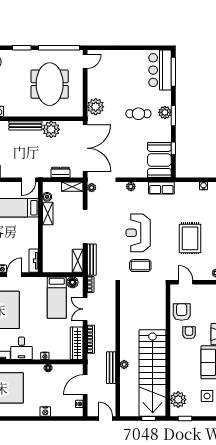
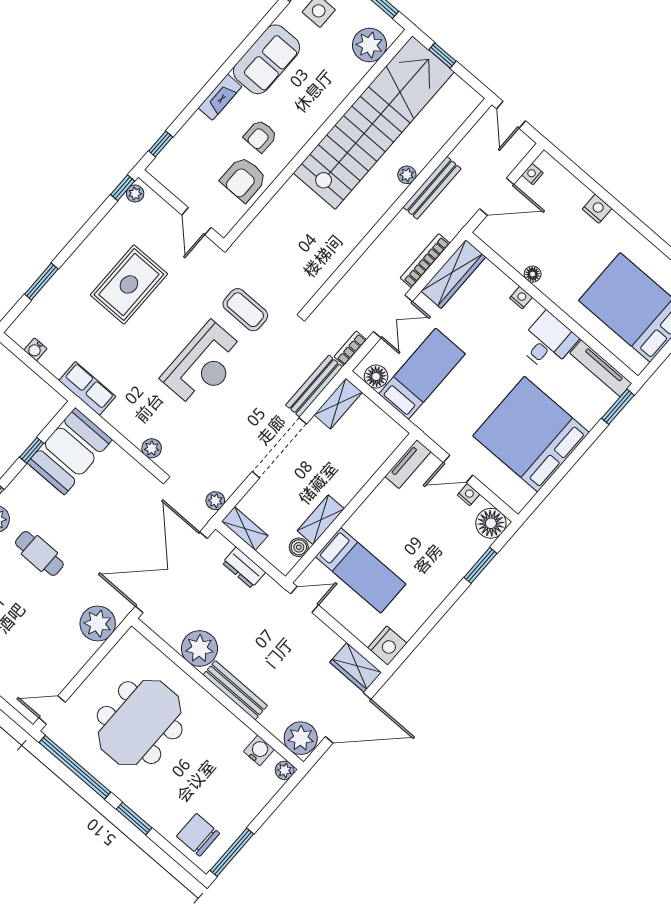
row of seats: (161, 188) -> (87, 388), moved

